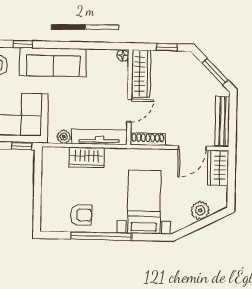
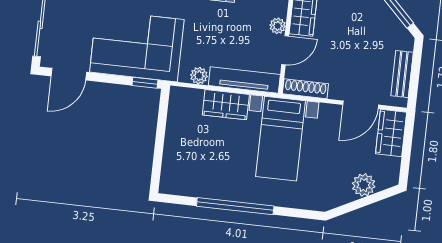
plant: (122, 92) -> (278, 26), added
bench: (222, 121) -> (402, 74), width x0.73
bed with nightstands: (144, 202) -> (280, 139), moved, turned 180
armchair: (81, 215) -> (212, 177), removed

